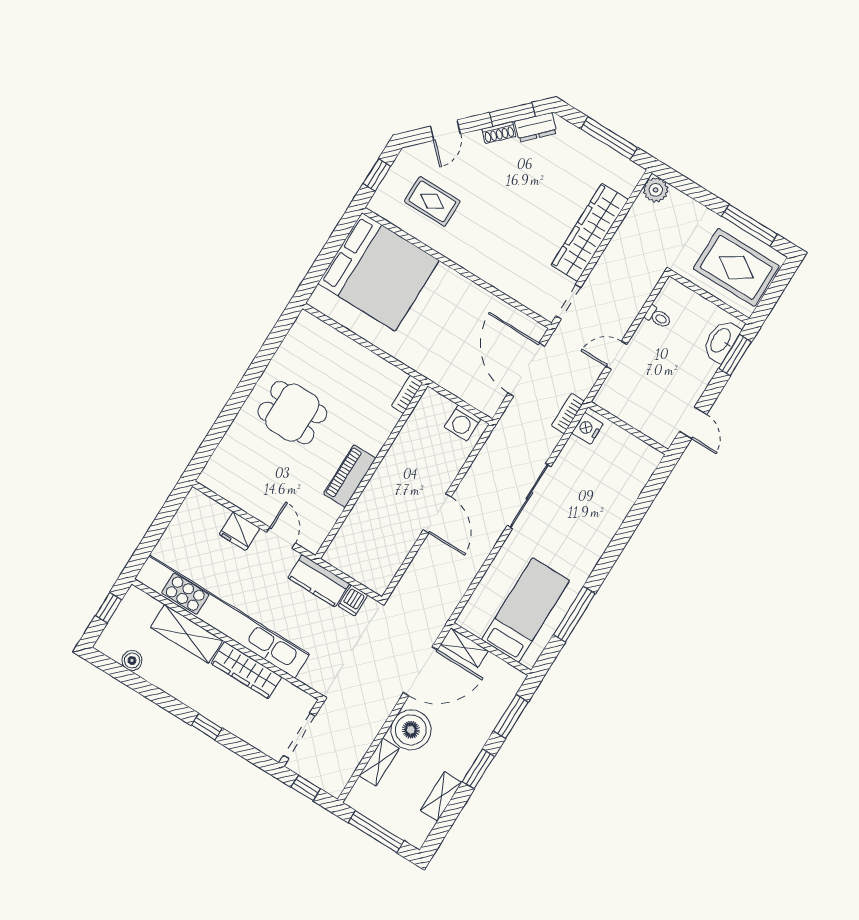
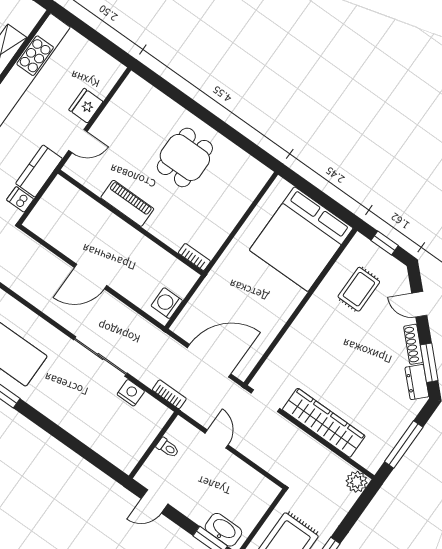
shoe rack: (499, 133) -> (413, 344), width x1.43
toilet: (658, 317) -> (168, 448), moved, turned -90
nightstand: (587, 428) -> (131, 393), moved

